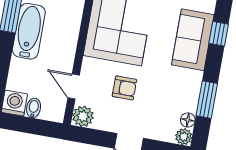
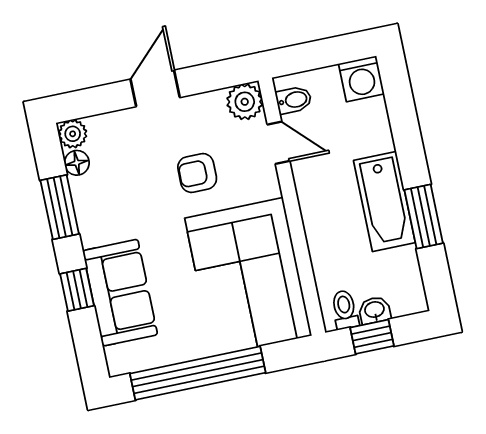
window: (219, 34) -> (77, 290), moved
bidet: (34, 108) -> (294, 100), moved, turned -90

